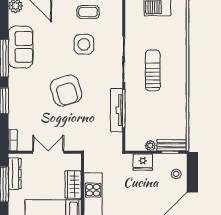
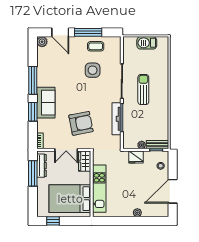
sofa: (21, 47) -> (46, 103), moved
armchair: (66, 91) -> (81, 123), moved, turned -84
double door: (48, 152) -> (66, 150), swing flipped
wardrobe: (73, 185) -> (85, 161), moved

